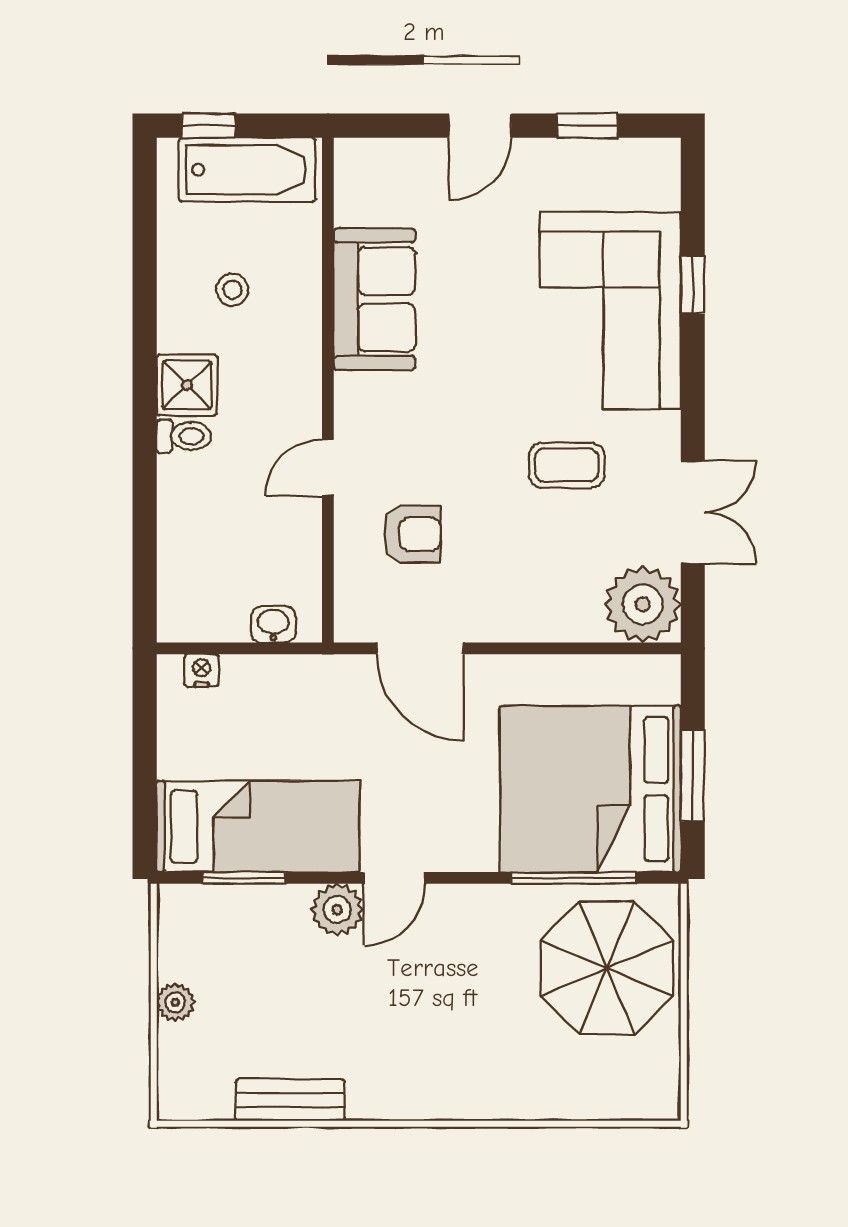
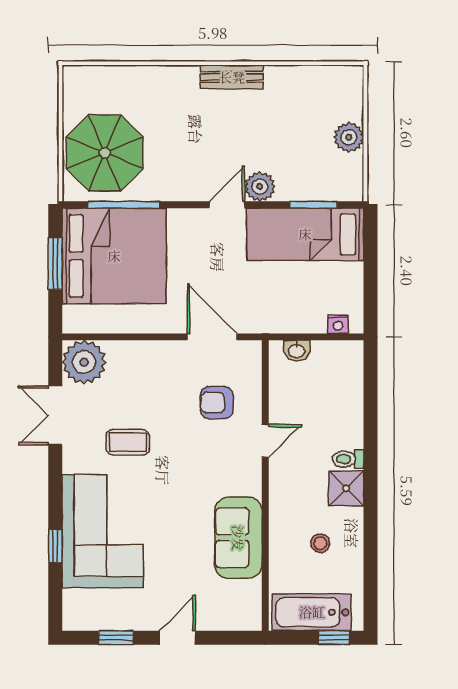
plant: (175, 1002) -> (349, 137), width x1.38, depth x1.38
bench: (290, 1100) -> (232, 77), moved

